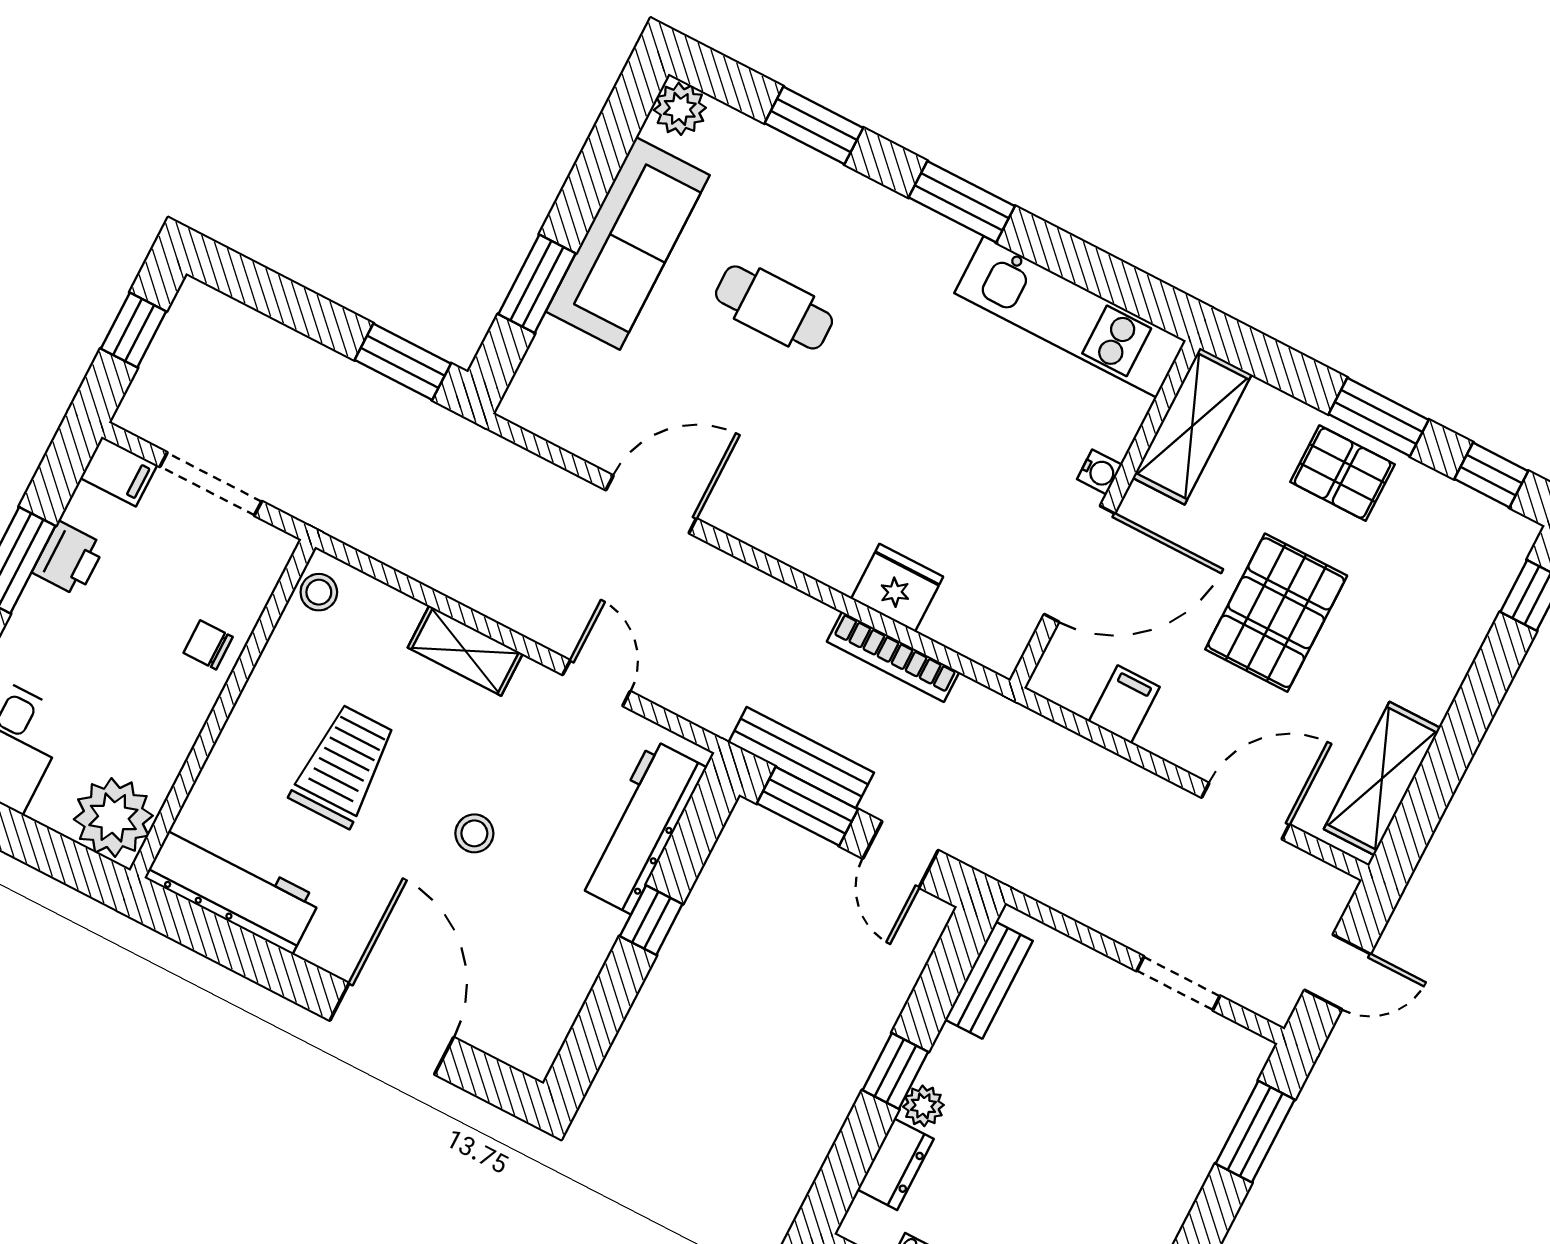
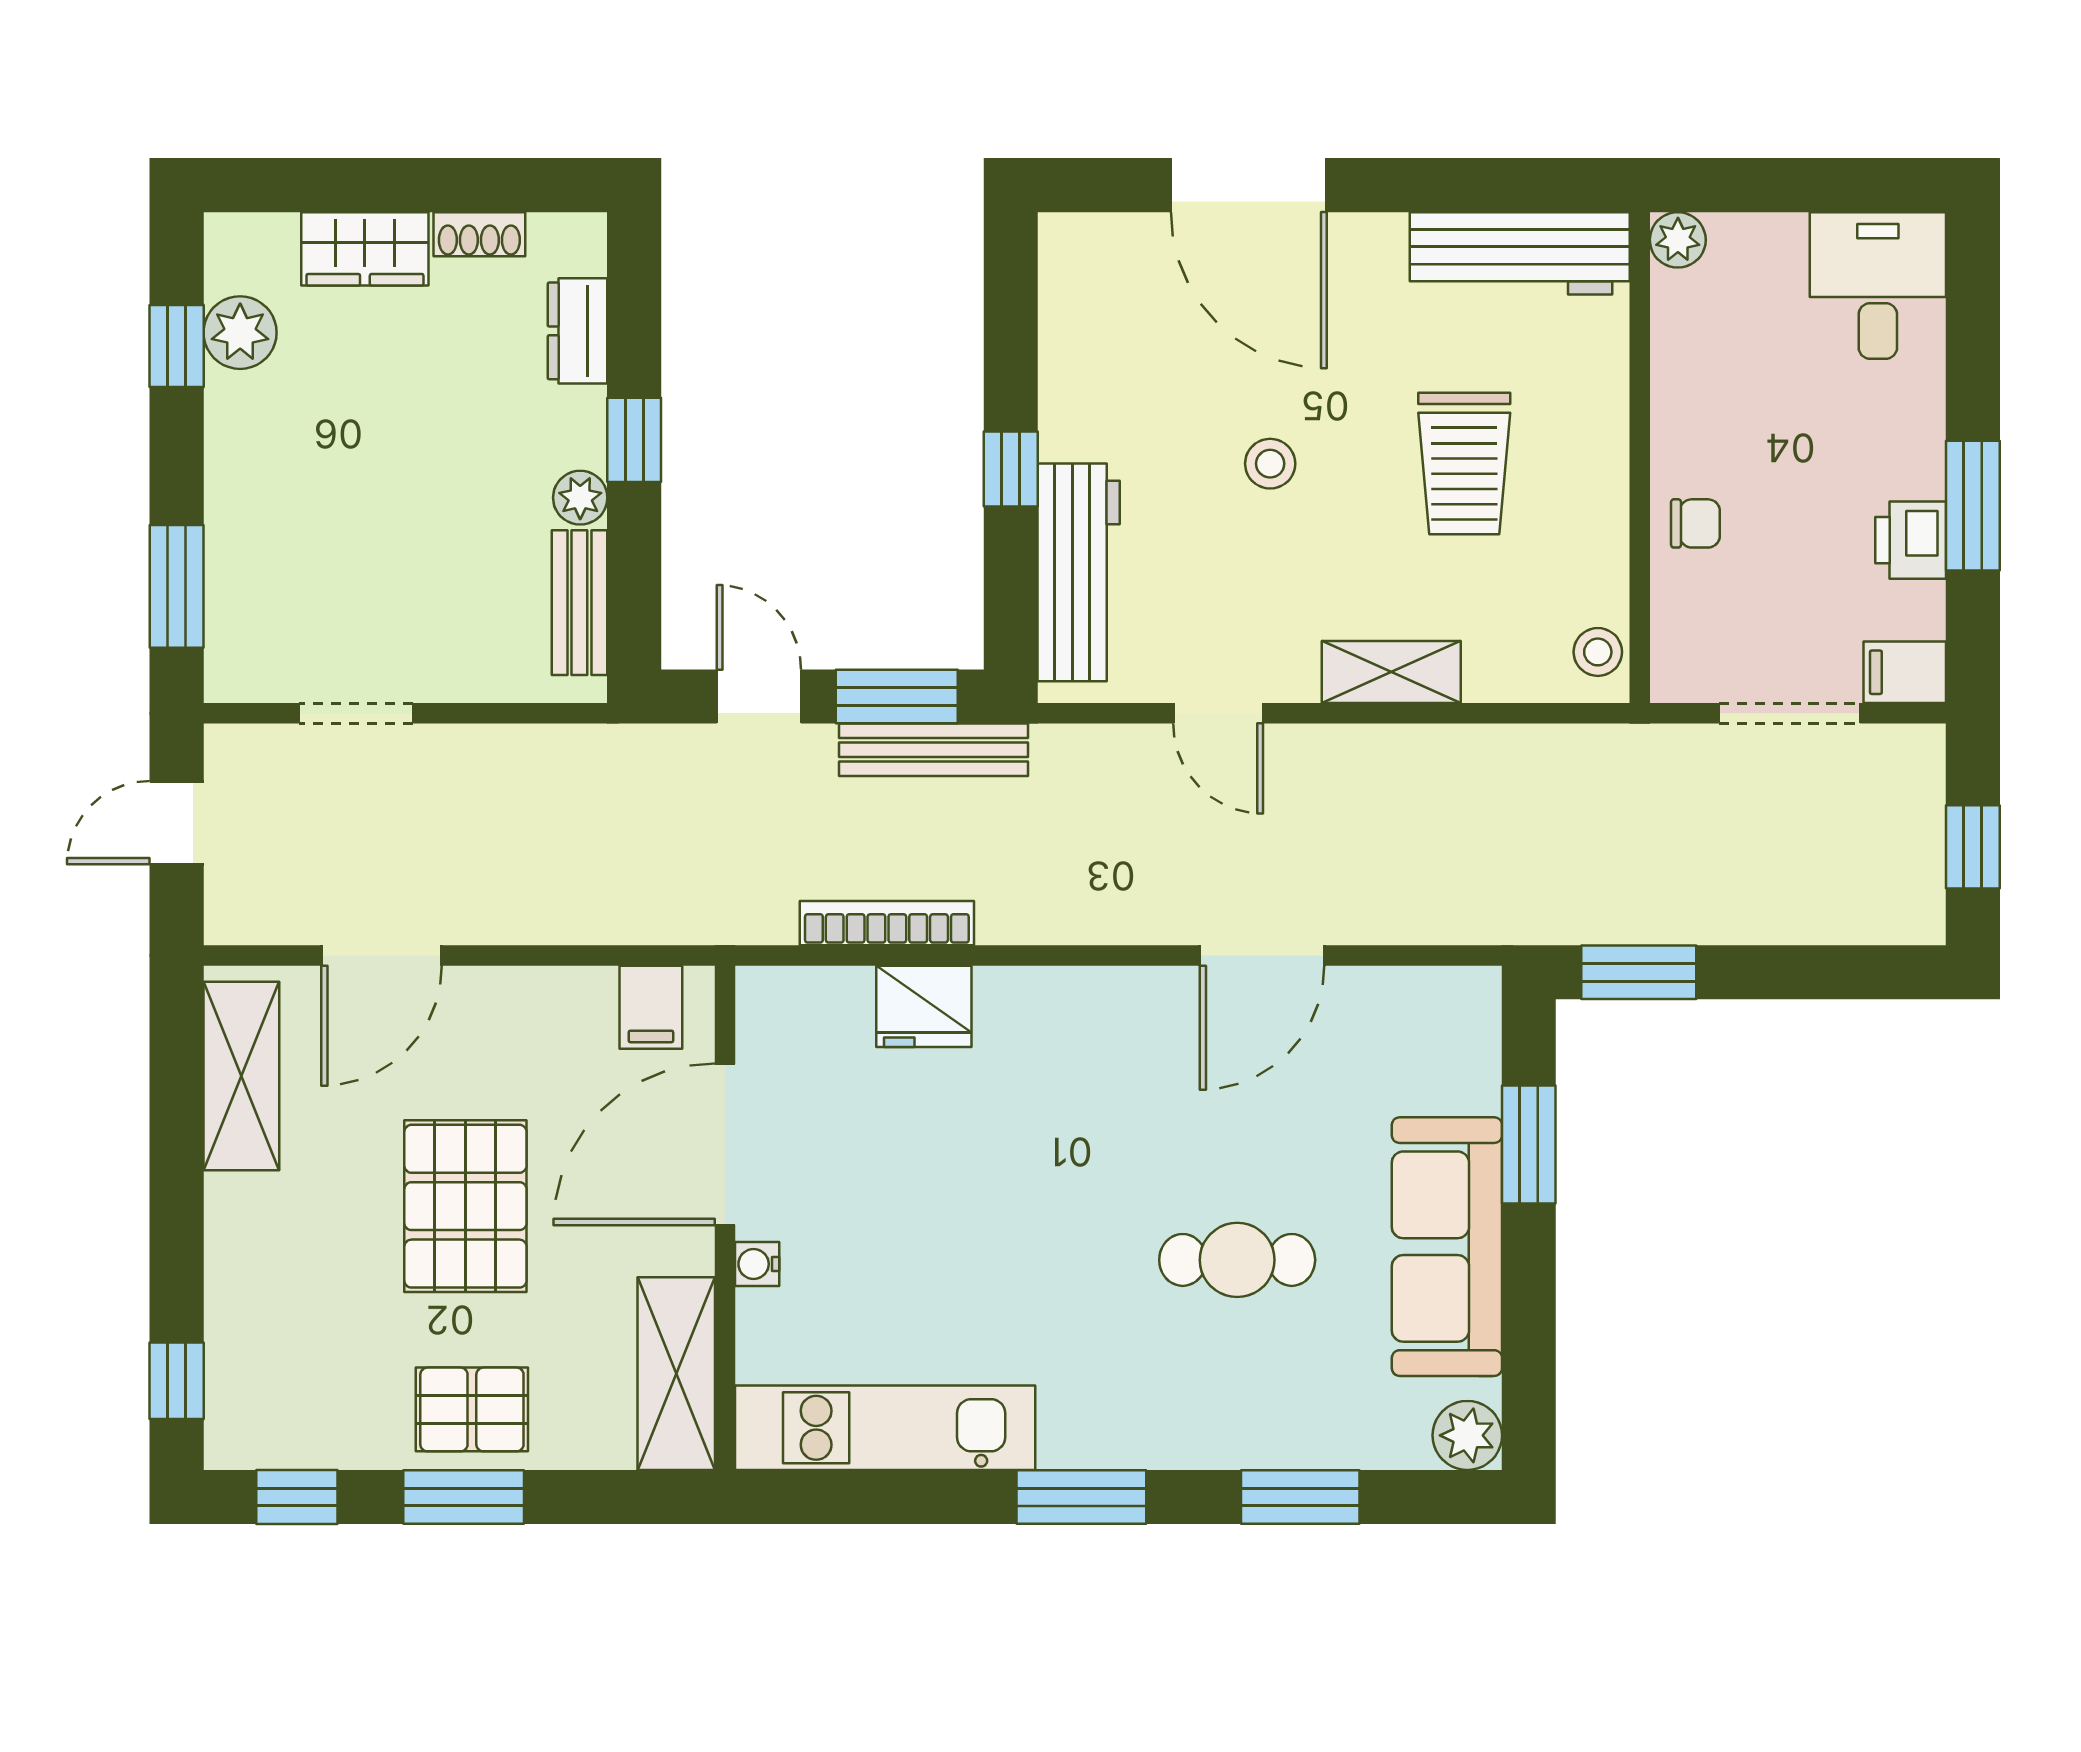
filing cabinet: (1124, 704) -> (651, 1007), moved
plant: (113, 817) -> (1678, 240), width x0.53, depth x0.53
plant: (923, 1106) -> (580, 498), moved

